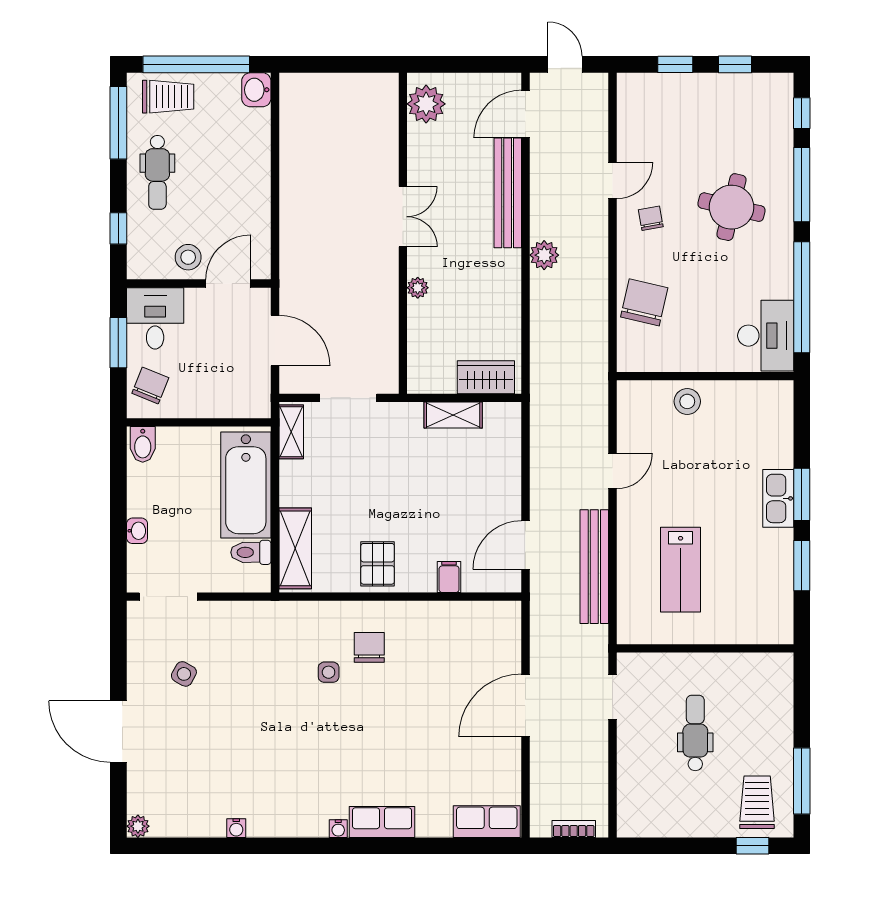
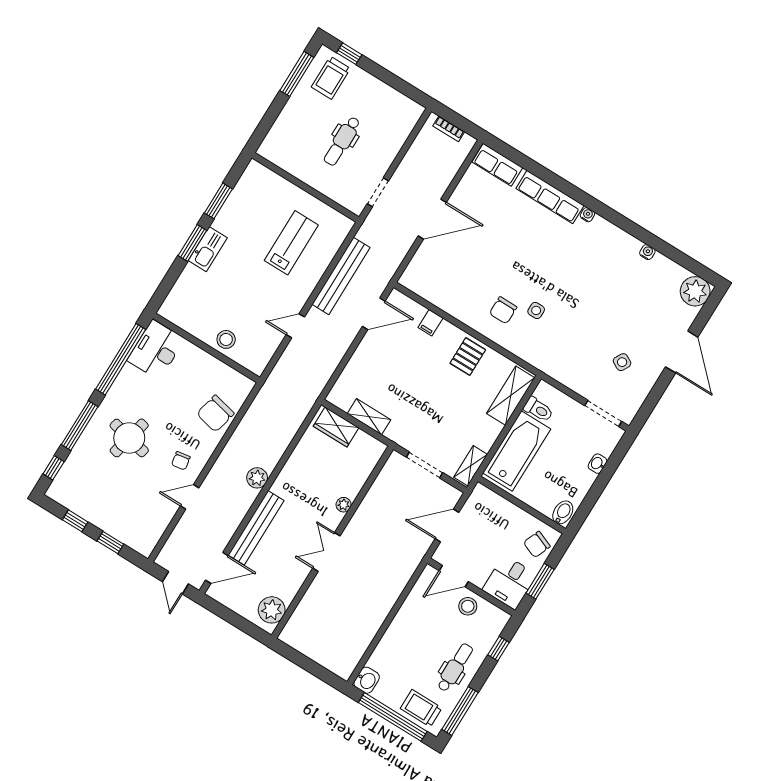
door: (275, 341) -> (447, 525), hinge flipped
row of seats: (382, 822) -> (550, 197), width x1.48
plant: (138, 826) -> (695, 291), width x1.88, depth x1.88

